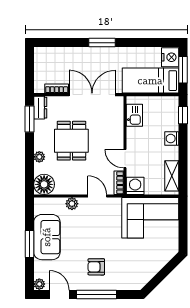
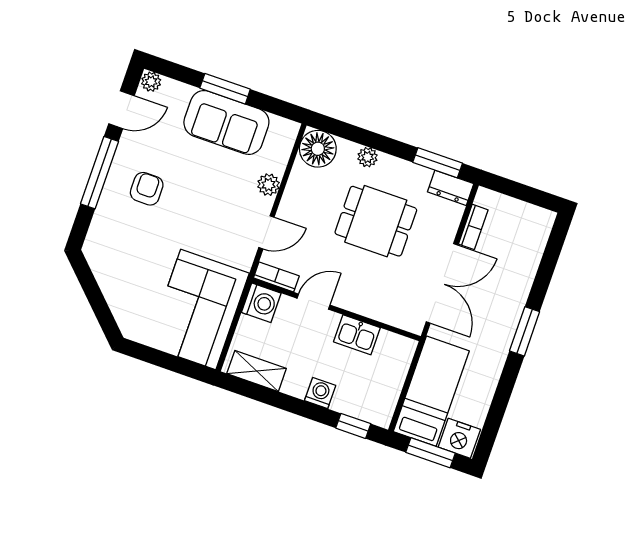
kitchen sink: (134, 115) -> (357, 335), moved

